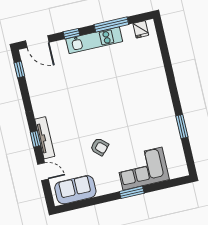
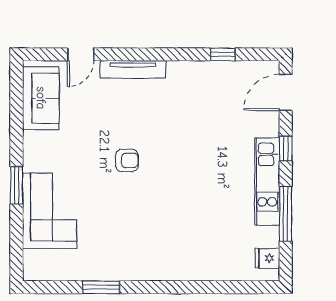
window: (19, 70) -> (223, 54), moved
window: (35, 139) -> (135, 54), removed
armchair: (100, 147) -> (127, 160), moved, turned -133

